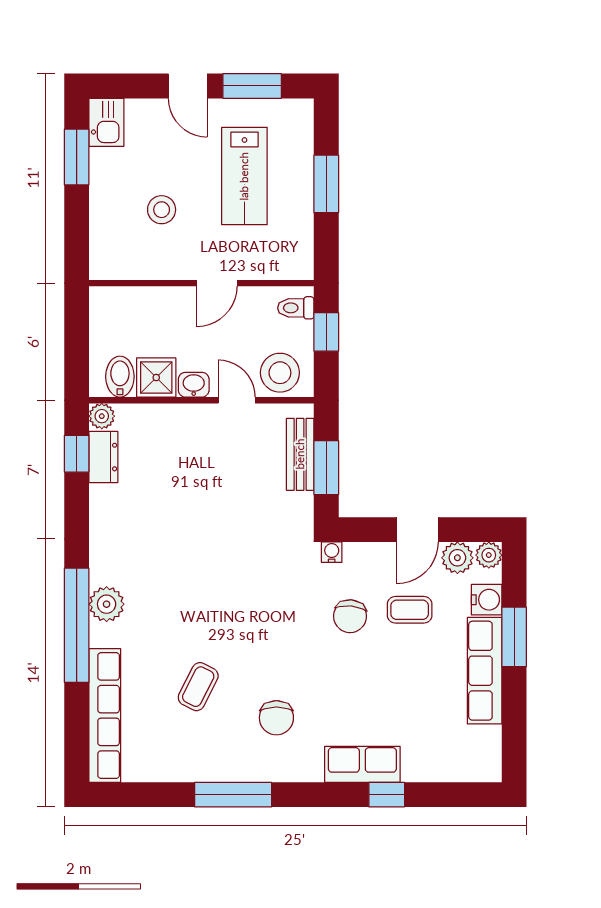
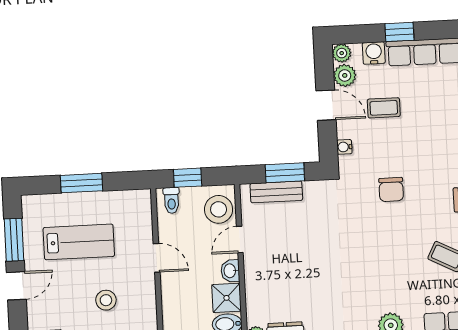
water cooler: (332, 552) -> (344, 147), moved
coffee table: (410, 610) -> (384, 108), turned 90
chair: (350, 616) -> (391, 190), moved, turned 84
window: (514, 637) -> (399, 32), width x0.67

